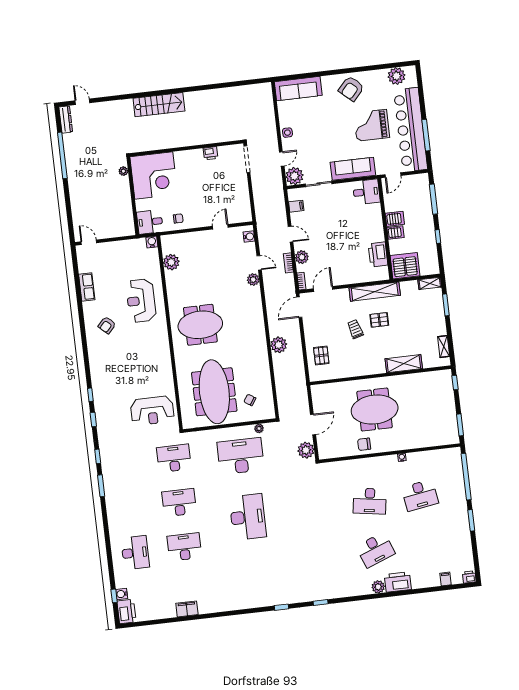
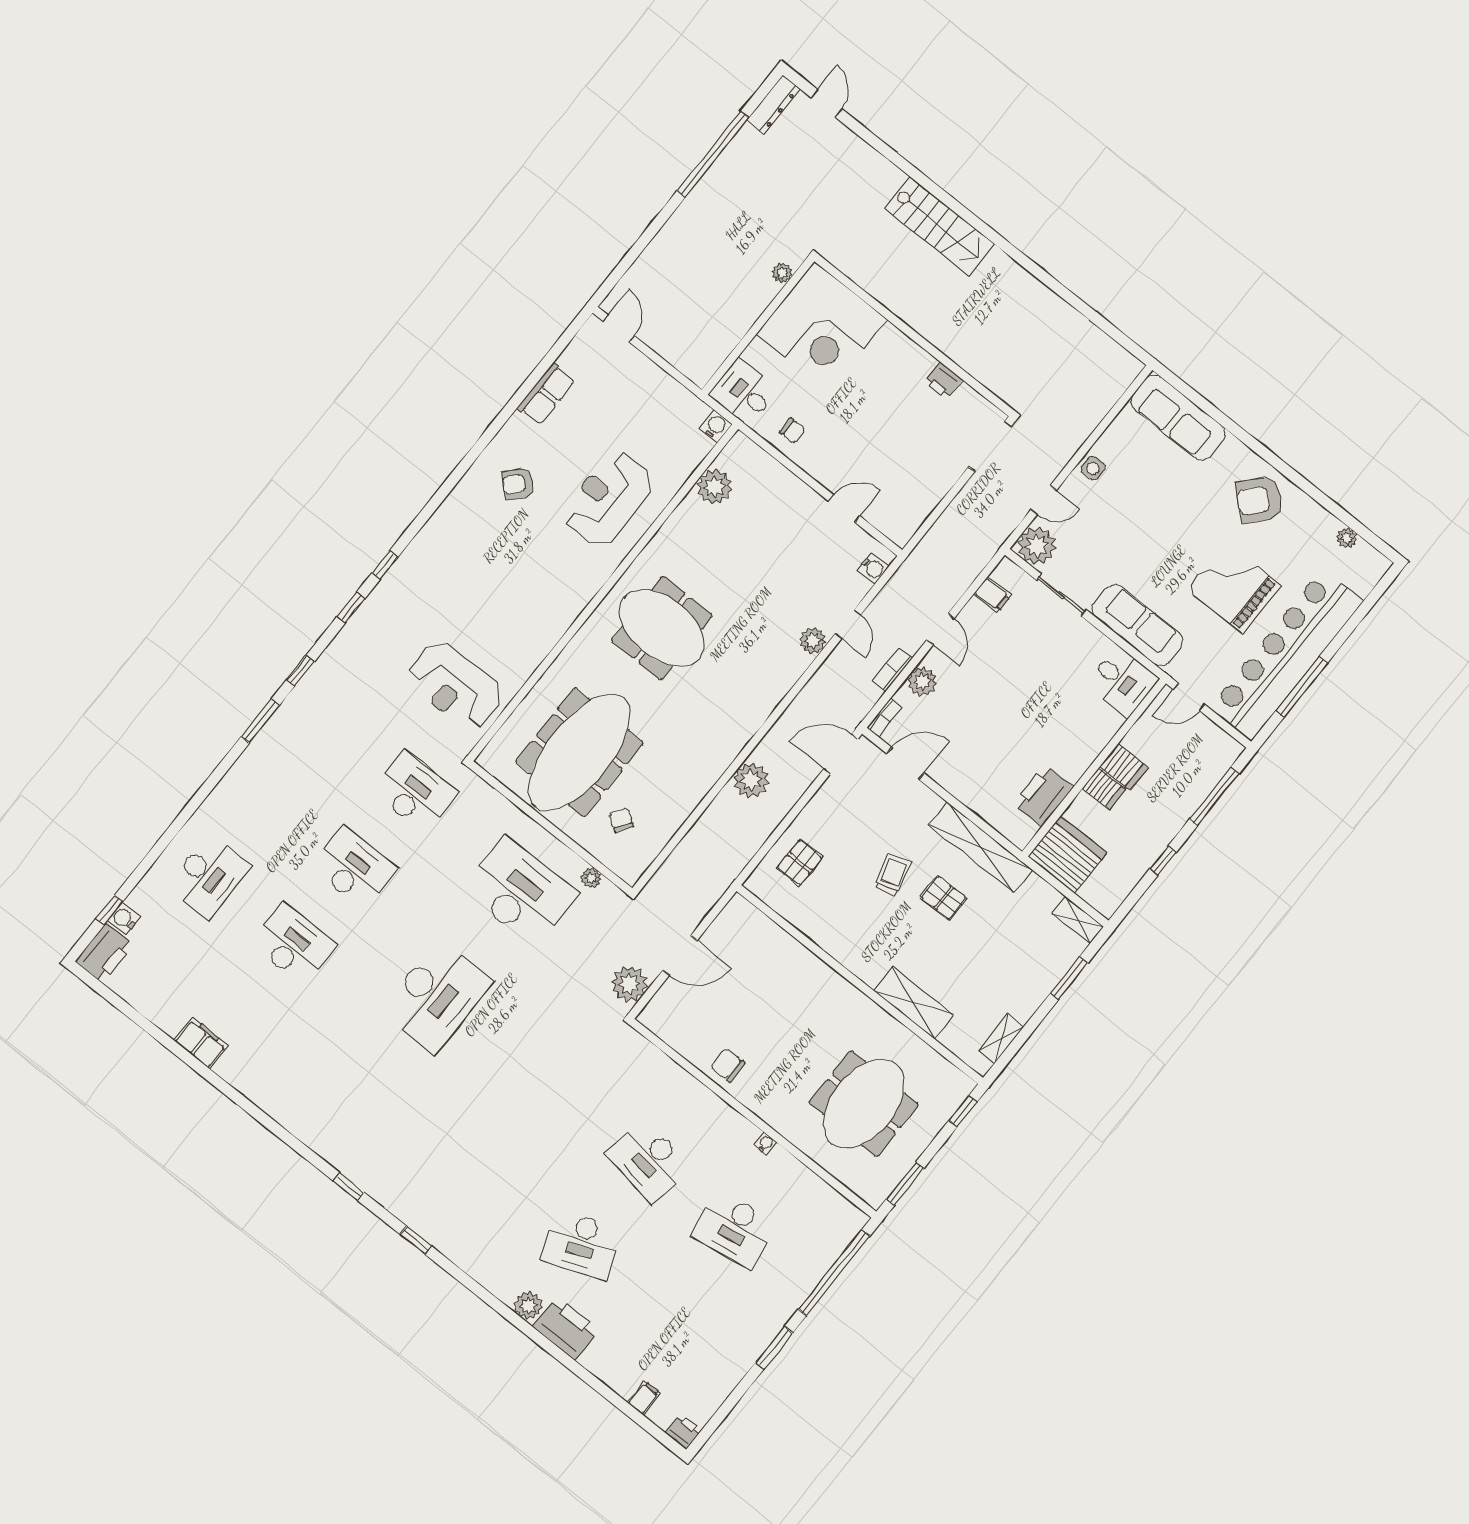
plant: (397, 76) -> (1347, 538), width x0.53, depth x0.53
meeting table: (375, 410) -> (864, 1104), moved, turned 90

